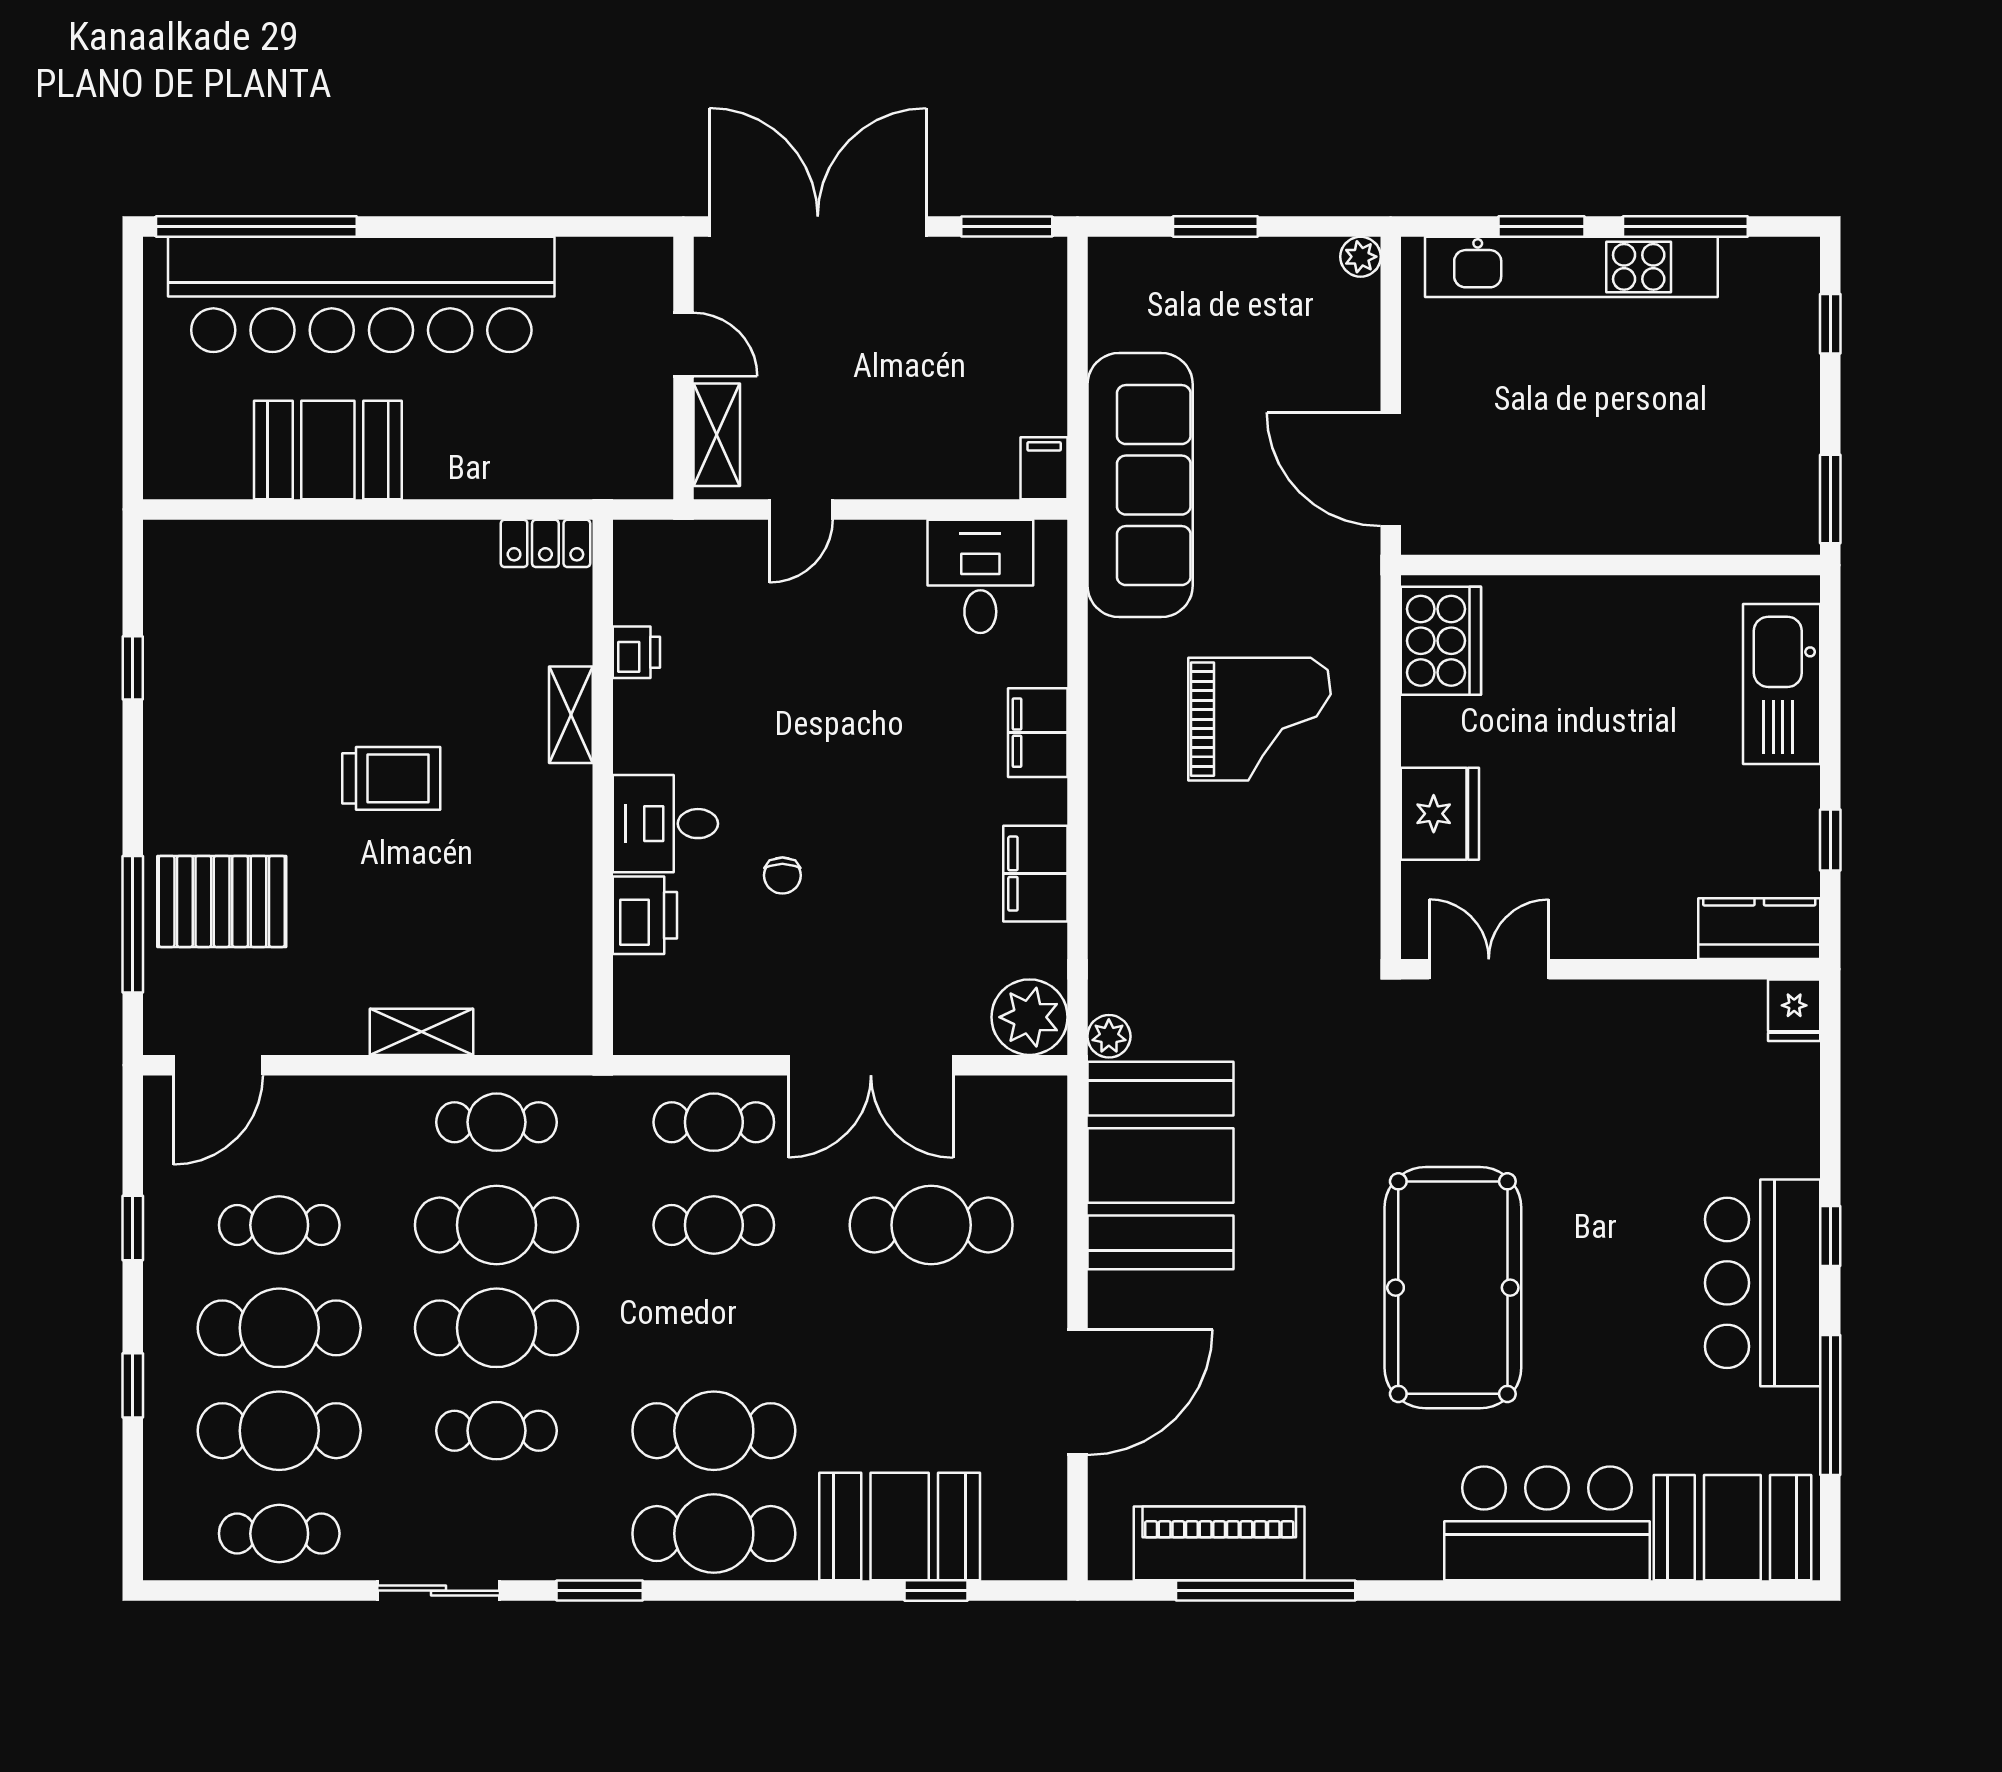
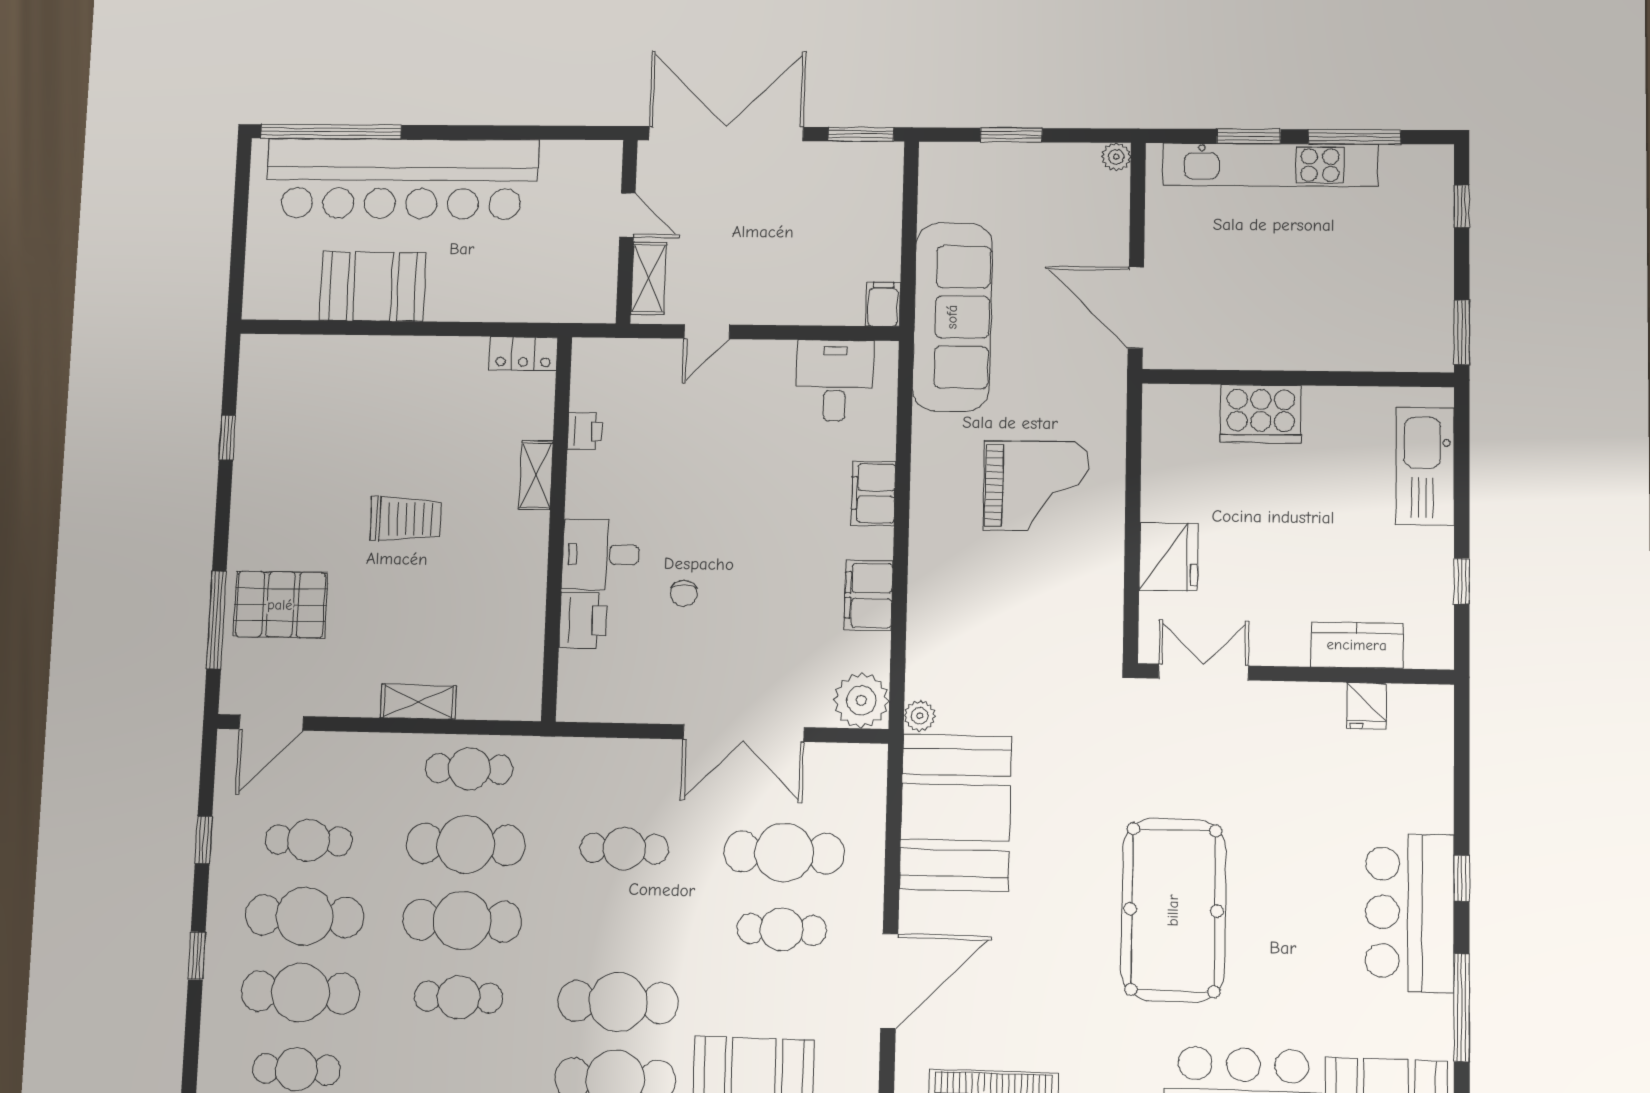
cooker: (1441, 641) -> (1261, 414), moved, turned 90
kitchen counter: (1759, 929) -> (1357, 645), moved
fridge: (1794, 1010) -> (1366, 706), moved
cafe table: (714, 1122) -> (782, 929), moved

